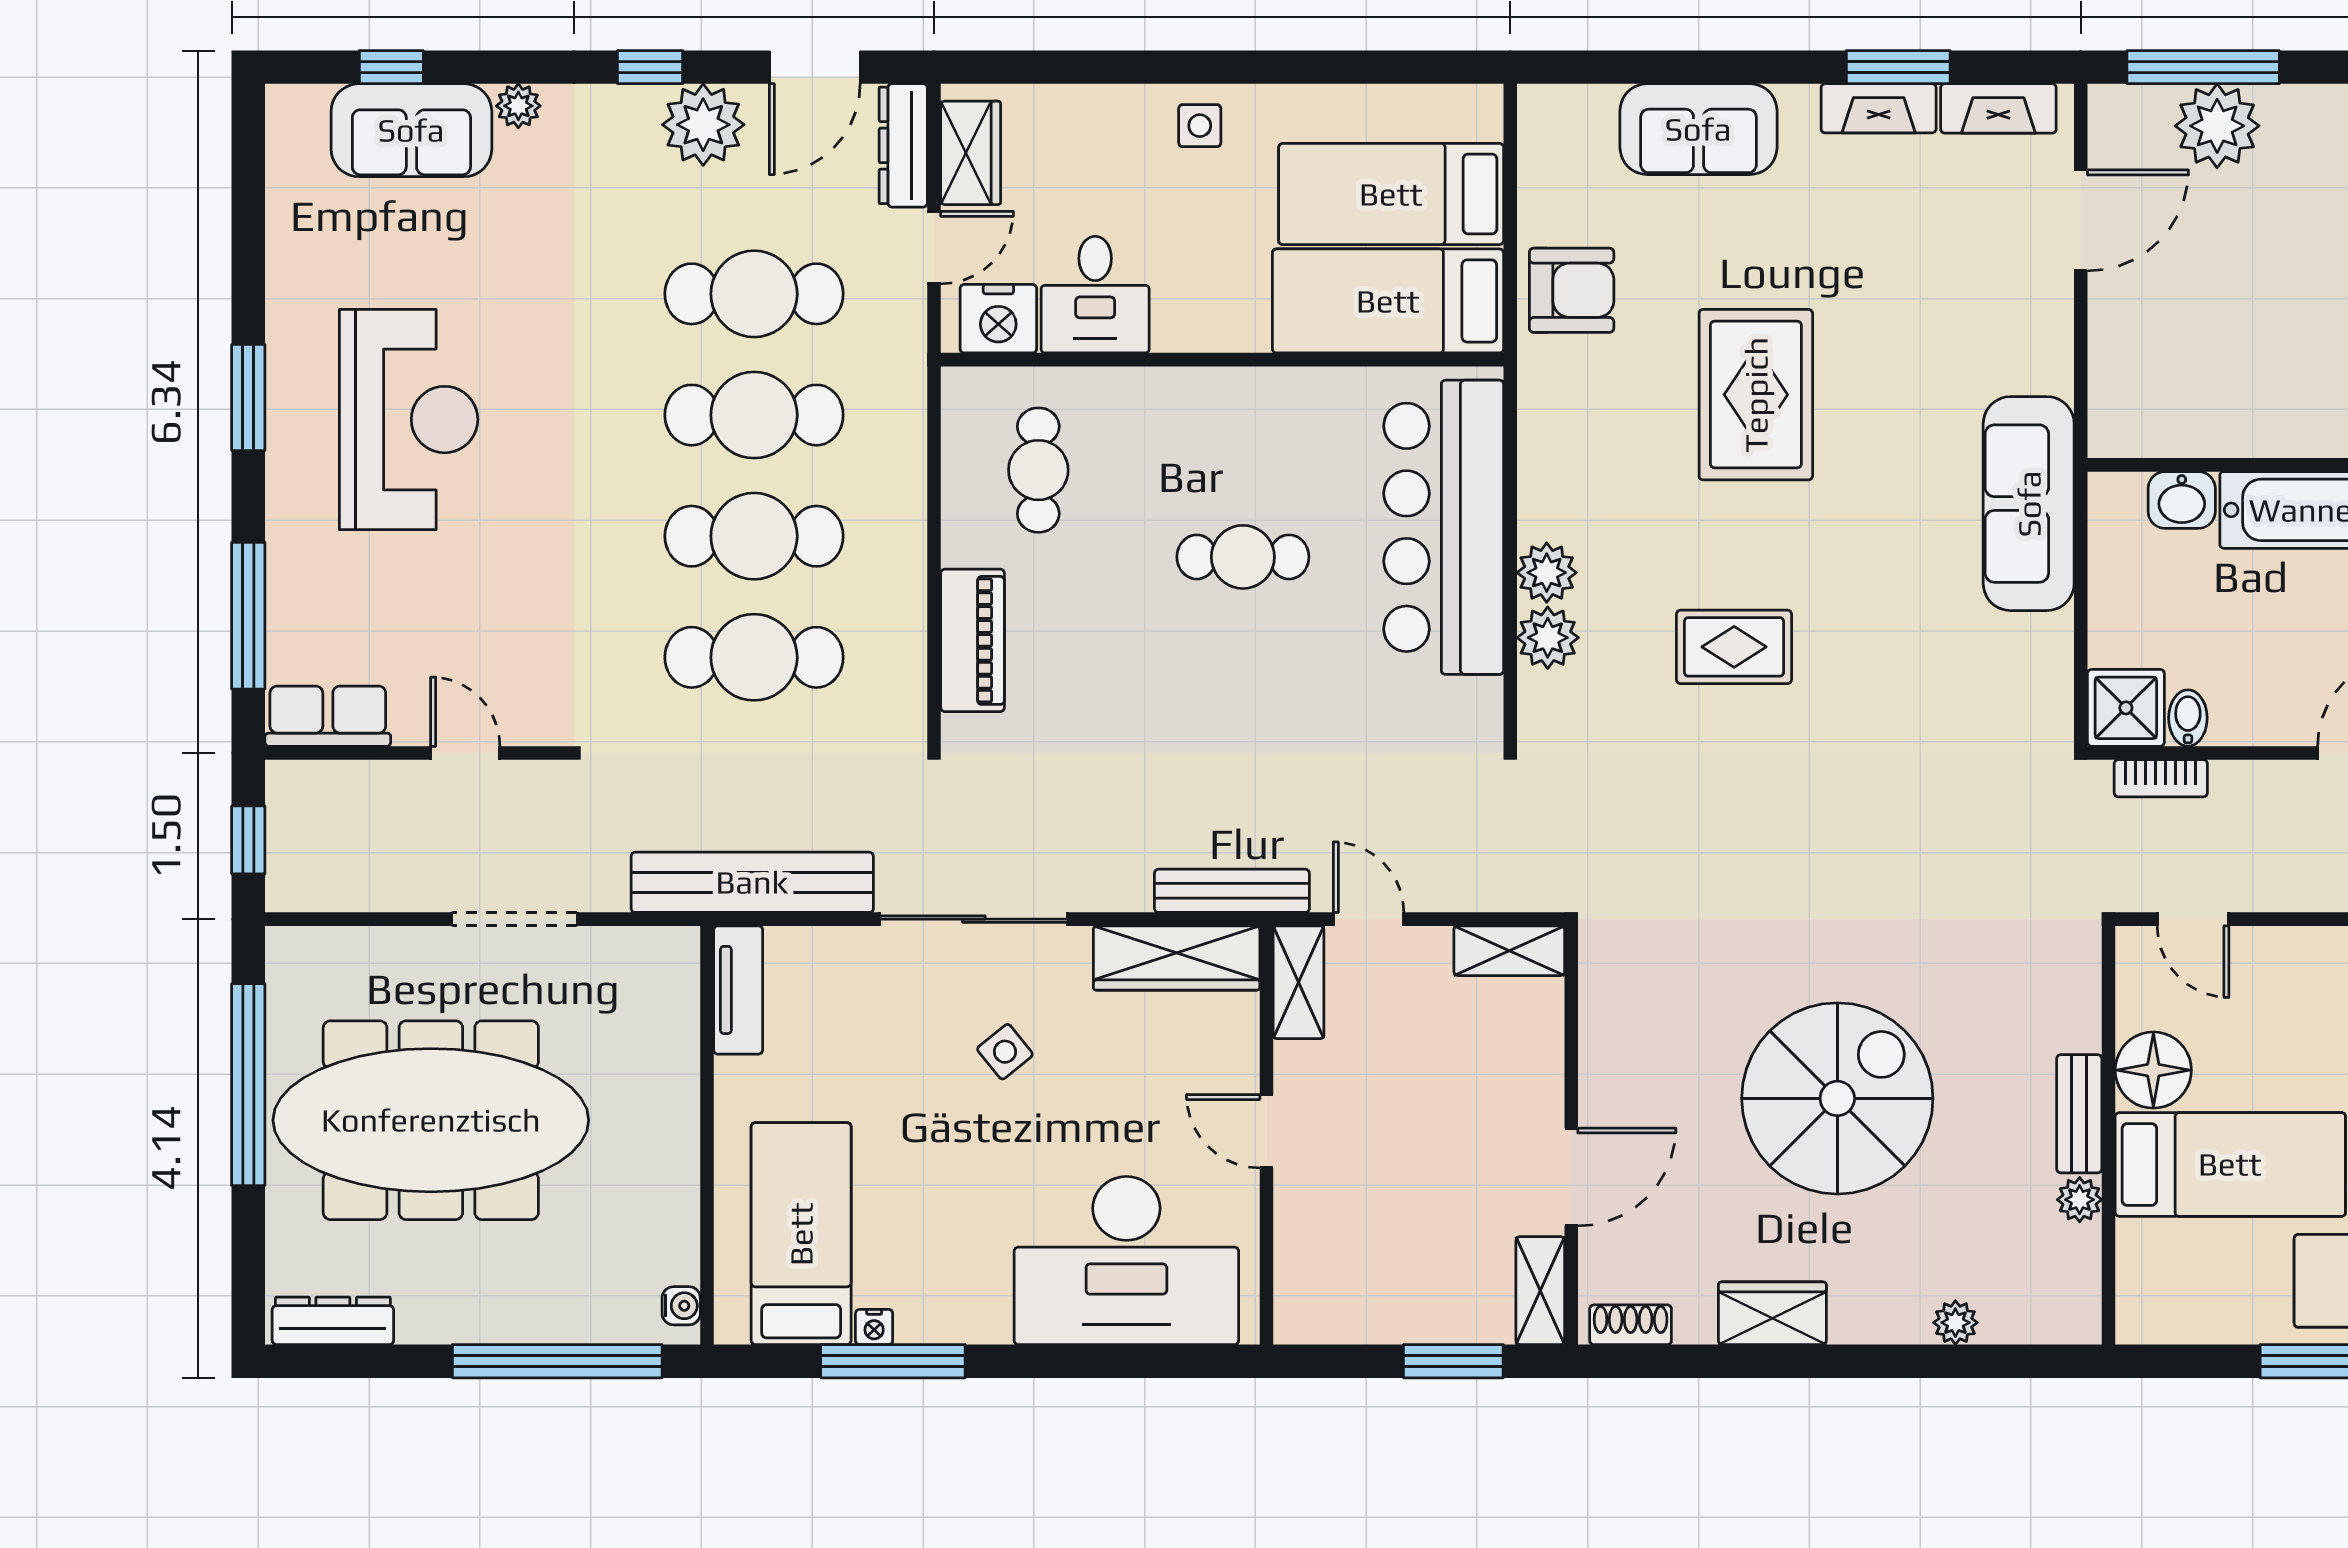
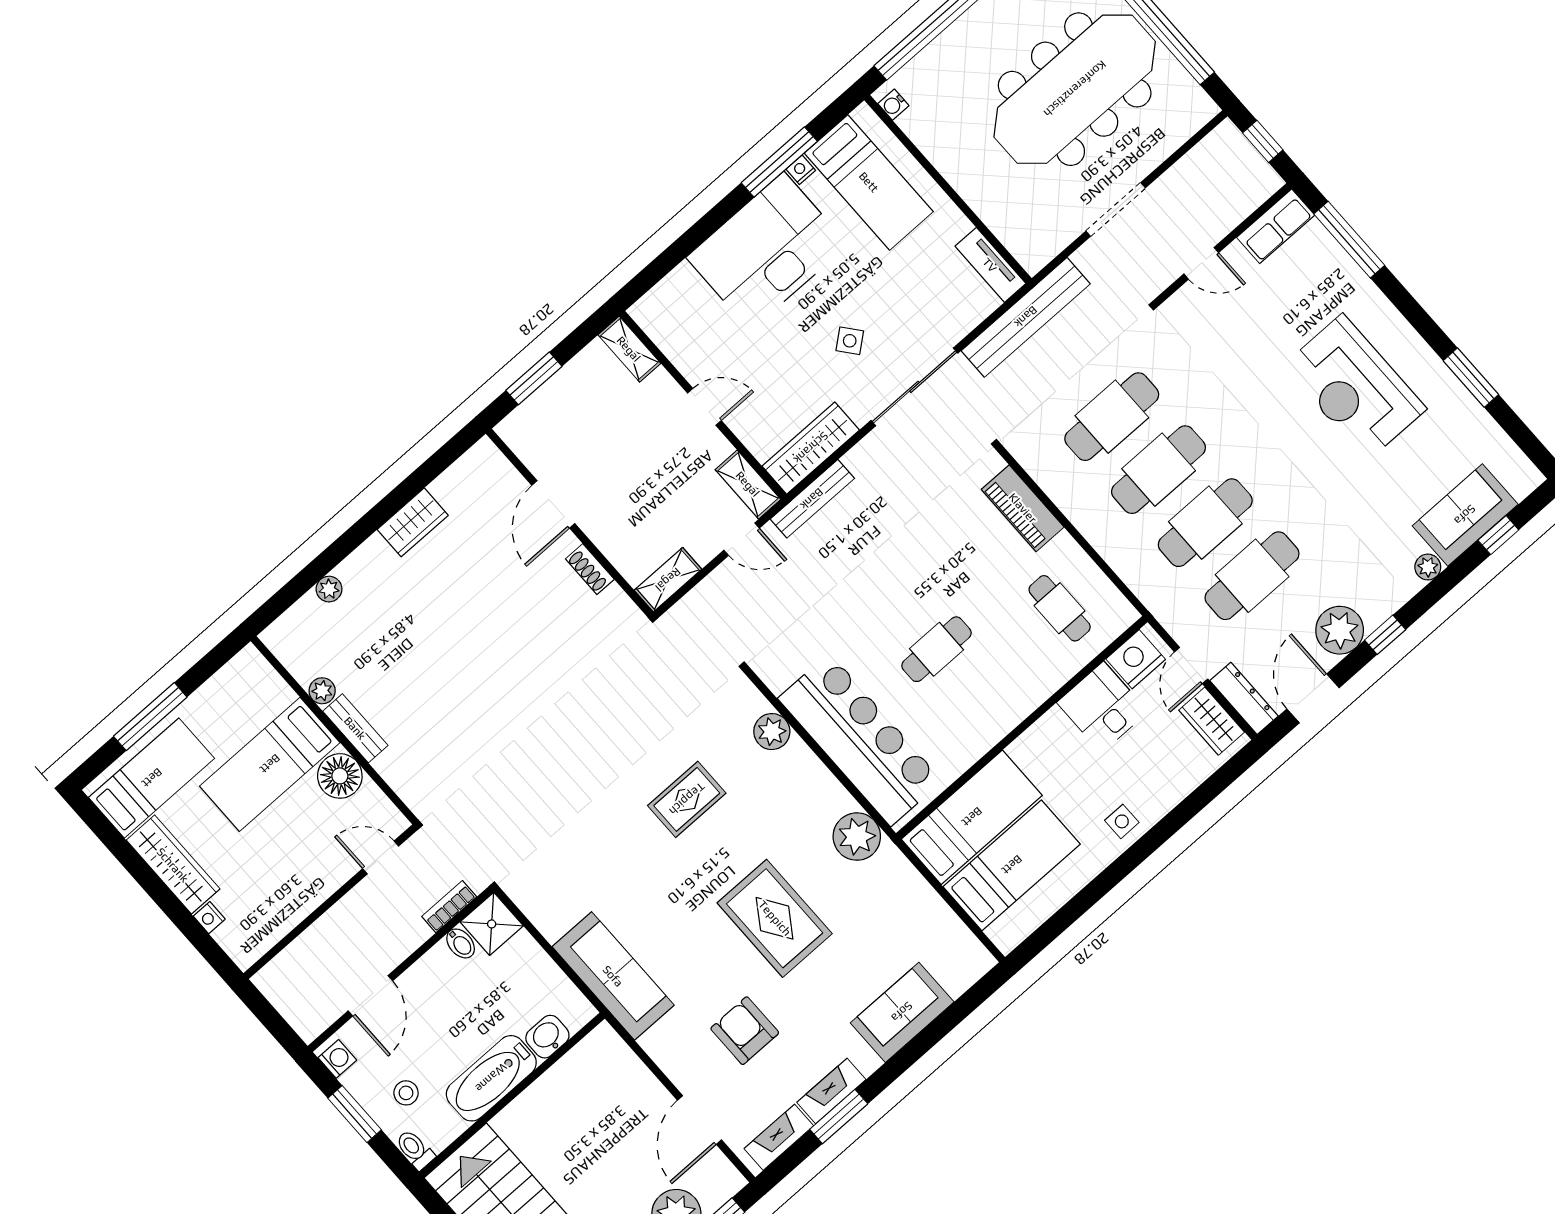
armchair: (1572, 290) -> (745, 1031), moved, turned 90
window: (248, 398) -> (1471, 378), moved
plant: (1547, 573) -> (857, 837), moved, width x1.36, depth x1.36
spiral stairs: (1837, 1098) -> (467, 642), removed
desk: (1126, 1261) -> (767, 251), moved
shelving: (1540, 1291) -> (629, 349), moved
shoe rack: (1631, 1325) -> (590, 569), moved, turned 90

